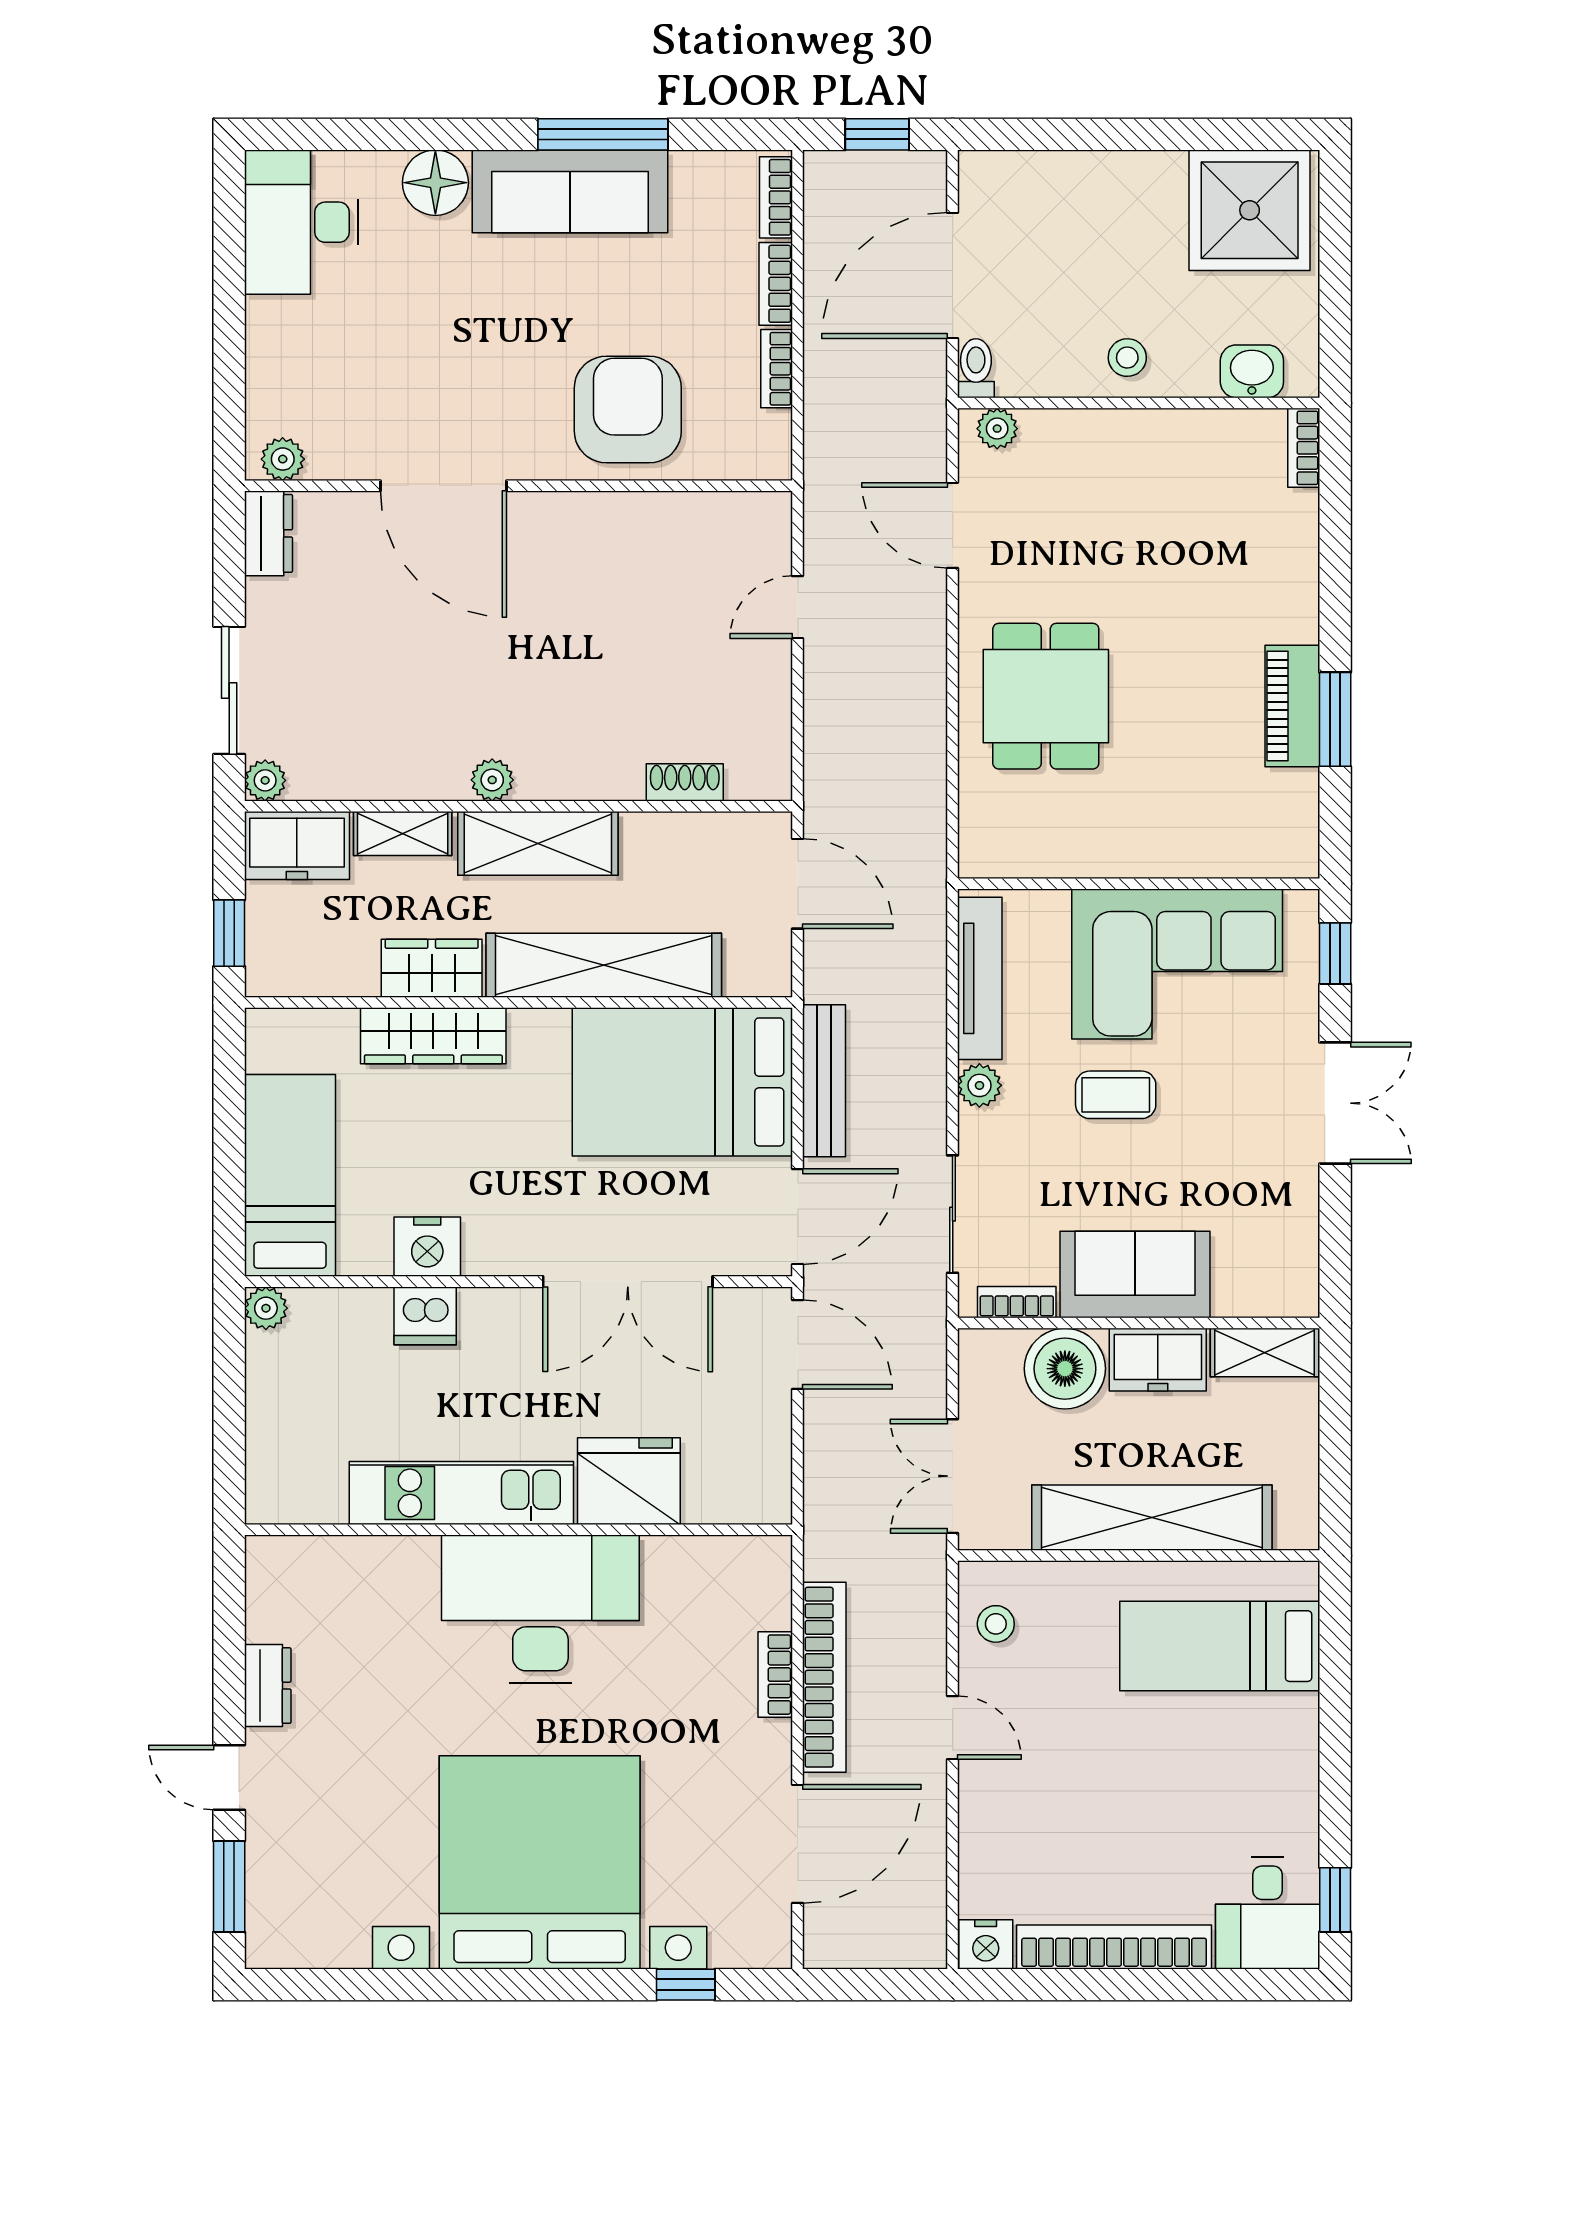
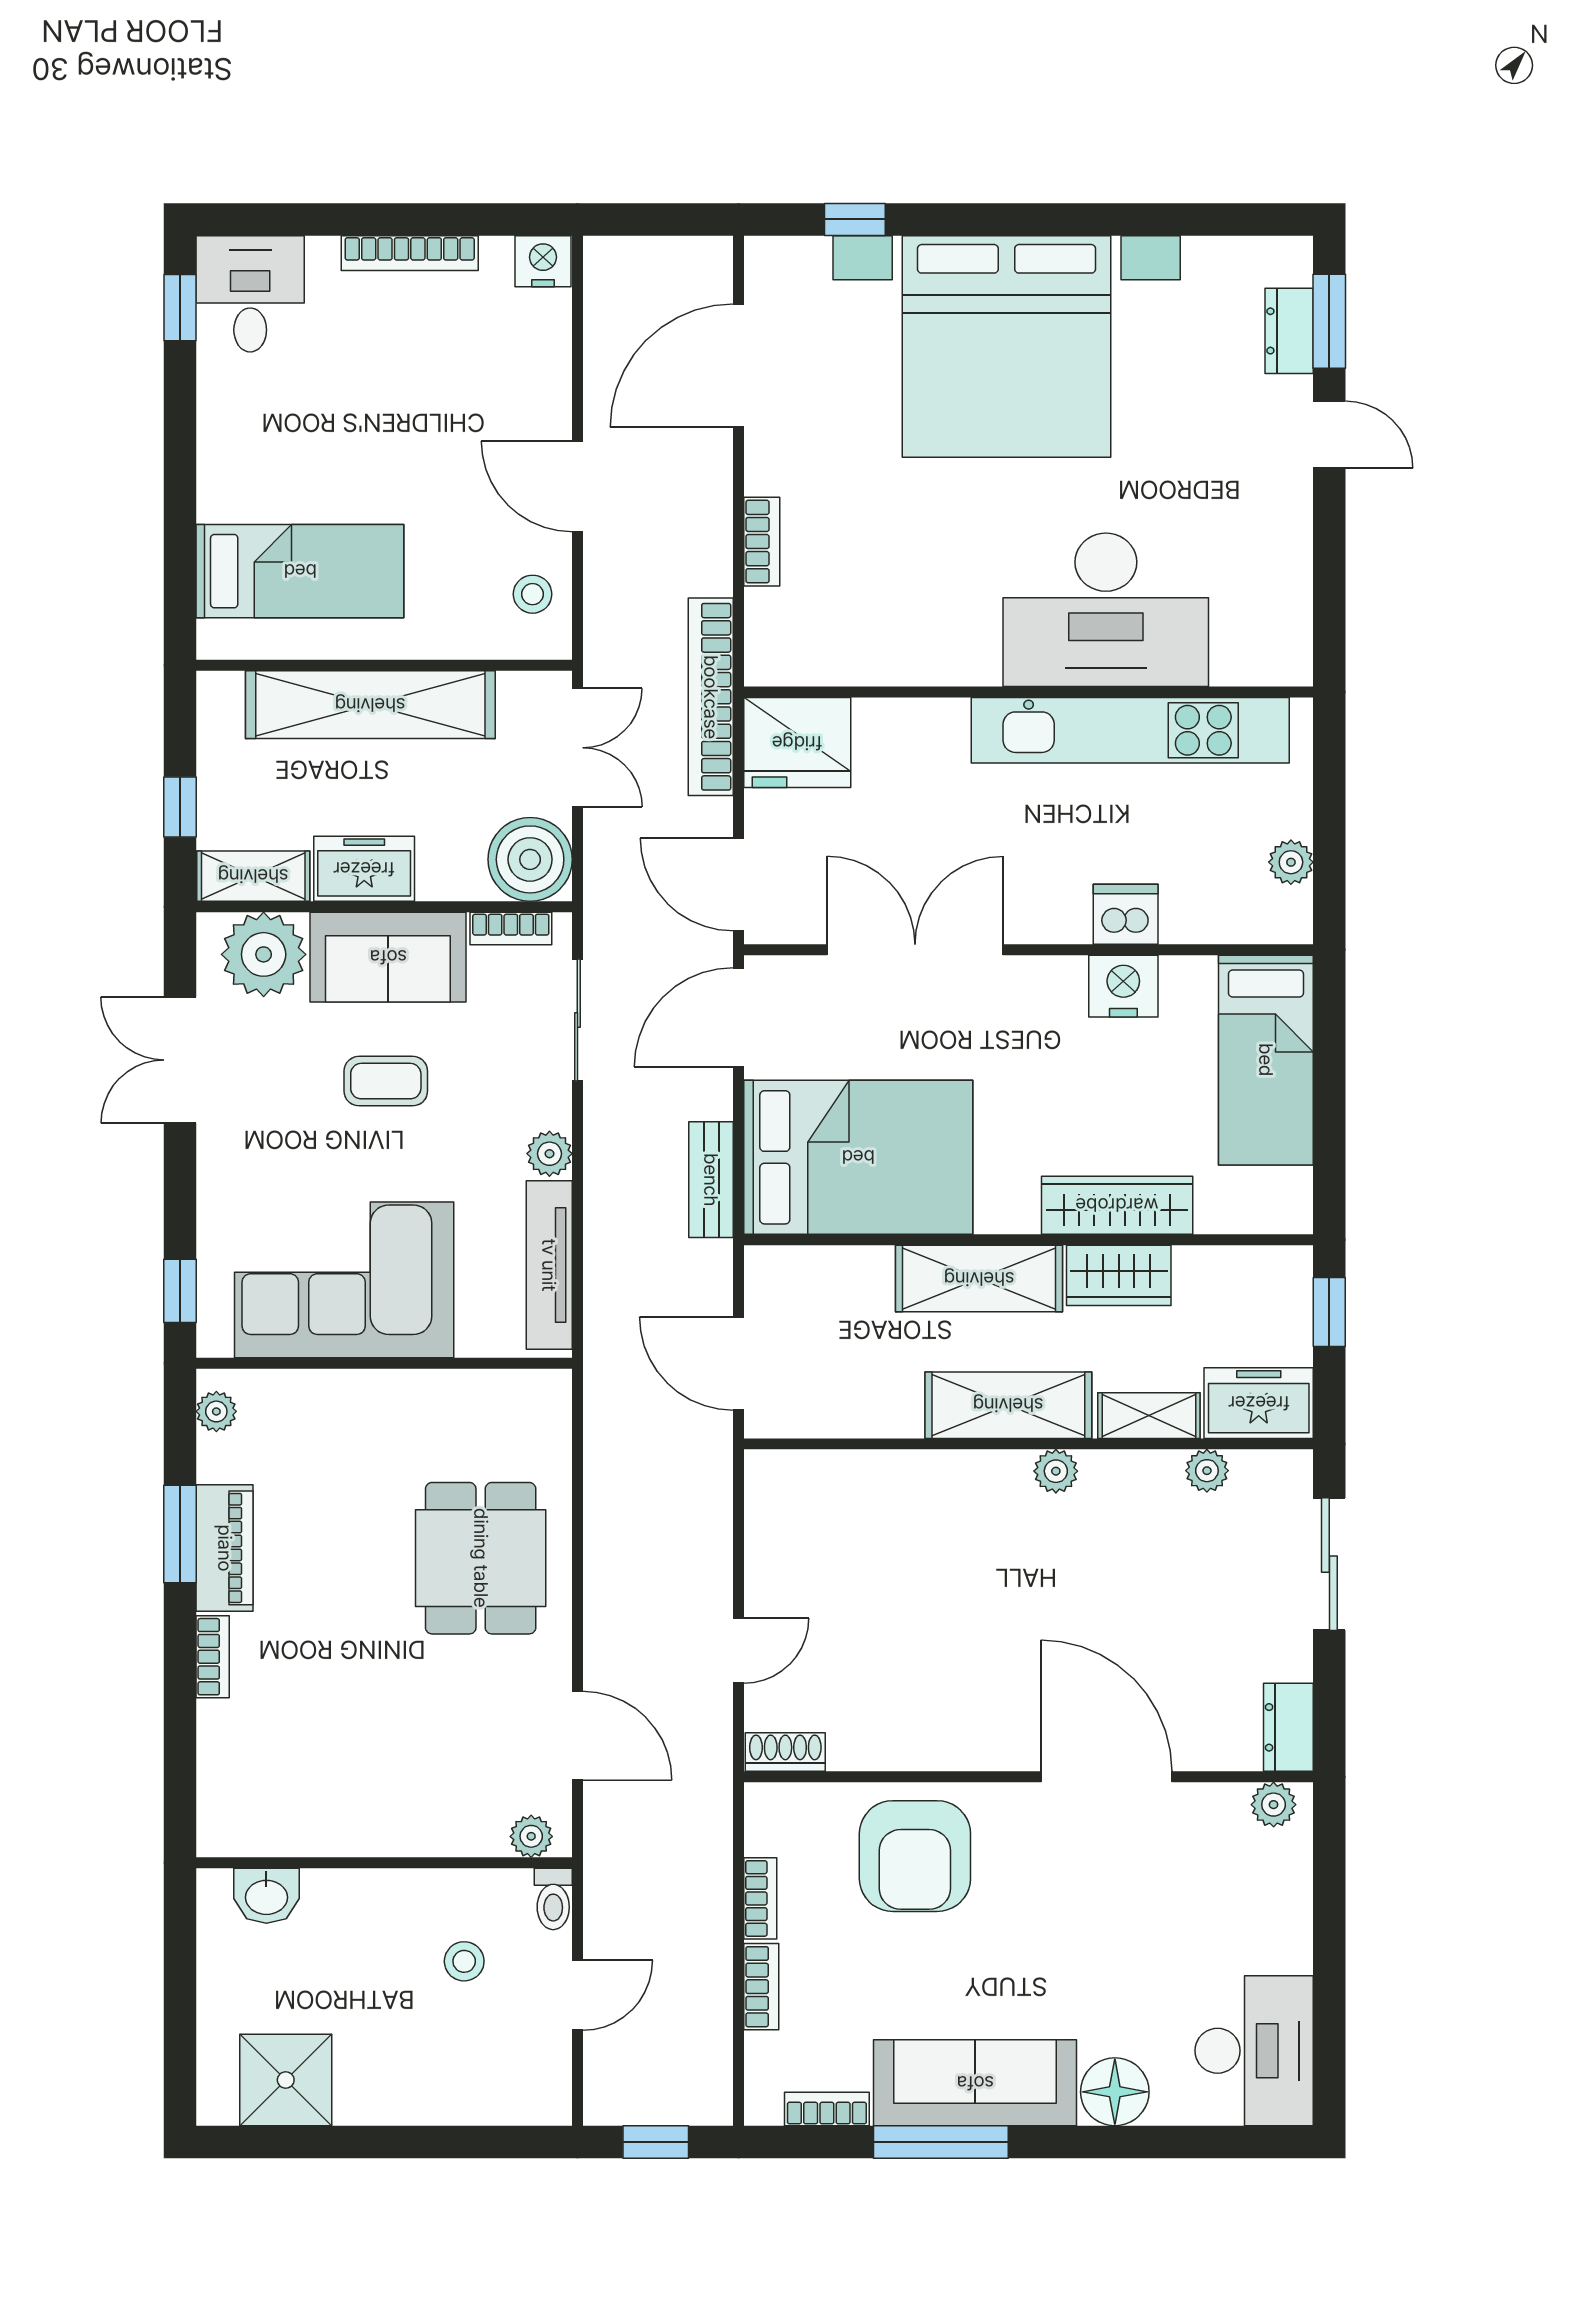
bookcase: (776, 197) -> (827, 2109), moved, turned -90
shower: (1250, 210) -> (286, 2080), width x0.73, depth x0.73
door: (953, 275) -> (577, 1995), width x0.53
stool: (1127, 358) -> (464, 1961), moved
bookcase: (1304, 448) -> (213, 1657), moved
plant: (265, 780) -> (1207, 1471), moved
shoe rack: (685, 782) -> (785, 1752), moved, turned 180
plant: (1300, 837) -> (216, 1411), added
shelving: (604, 965) -> (979, 1279), width x0.68
bench: (824, 1081) -> (711, 1180), width x0.73
coffee table: (1116, 1095) -> (386, 1081), moved
double door: (1335, 1103) -> (180, 1060), moved
plant: (1255, 1277) -> (264, 954), added
plant: (266, 1308) -> (1291, 862), moved
boiler: (1065, 1369) -> (530, 859), moved
window: (1335, 1419) -> (180, 807), added
fridge: (629, 1481) -> (797, 743), moved
kitchen unit: (461, 1493) -> (1130, 730), width x1.36
desk: (540, 1609) -> (1106, 610), moved
bookcase: (824, 1677) -> (711, 697), moved
dresser: (268, 1686) -> (1289, 331), moved
door: (953, 1728) -> (577, 486), width x1.37
bookcase: (1114, 1947) -> (410, 253), width x0.68, depth x0.76

